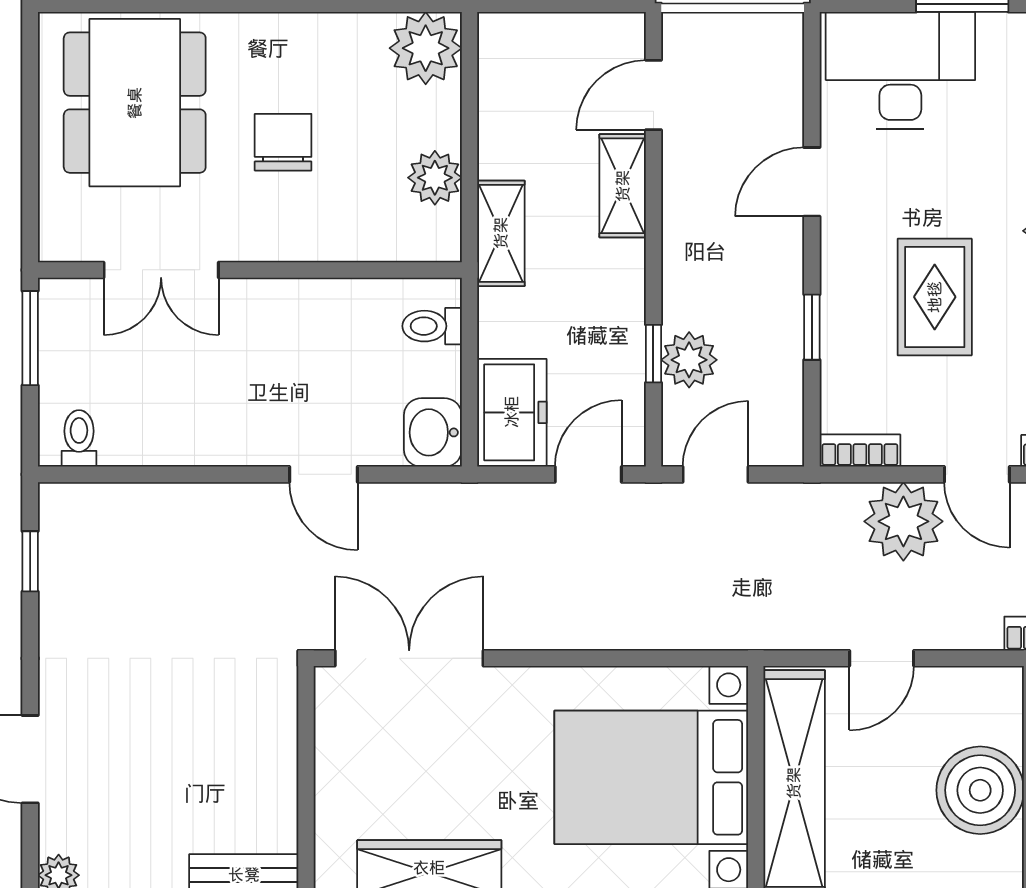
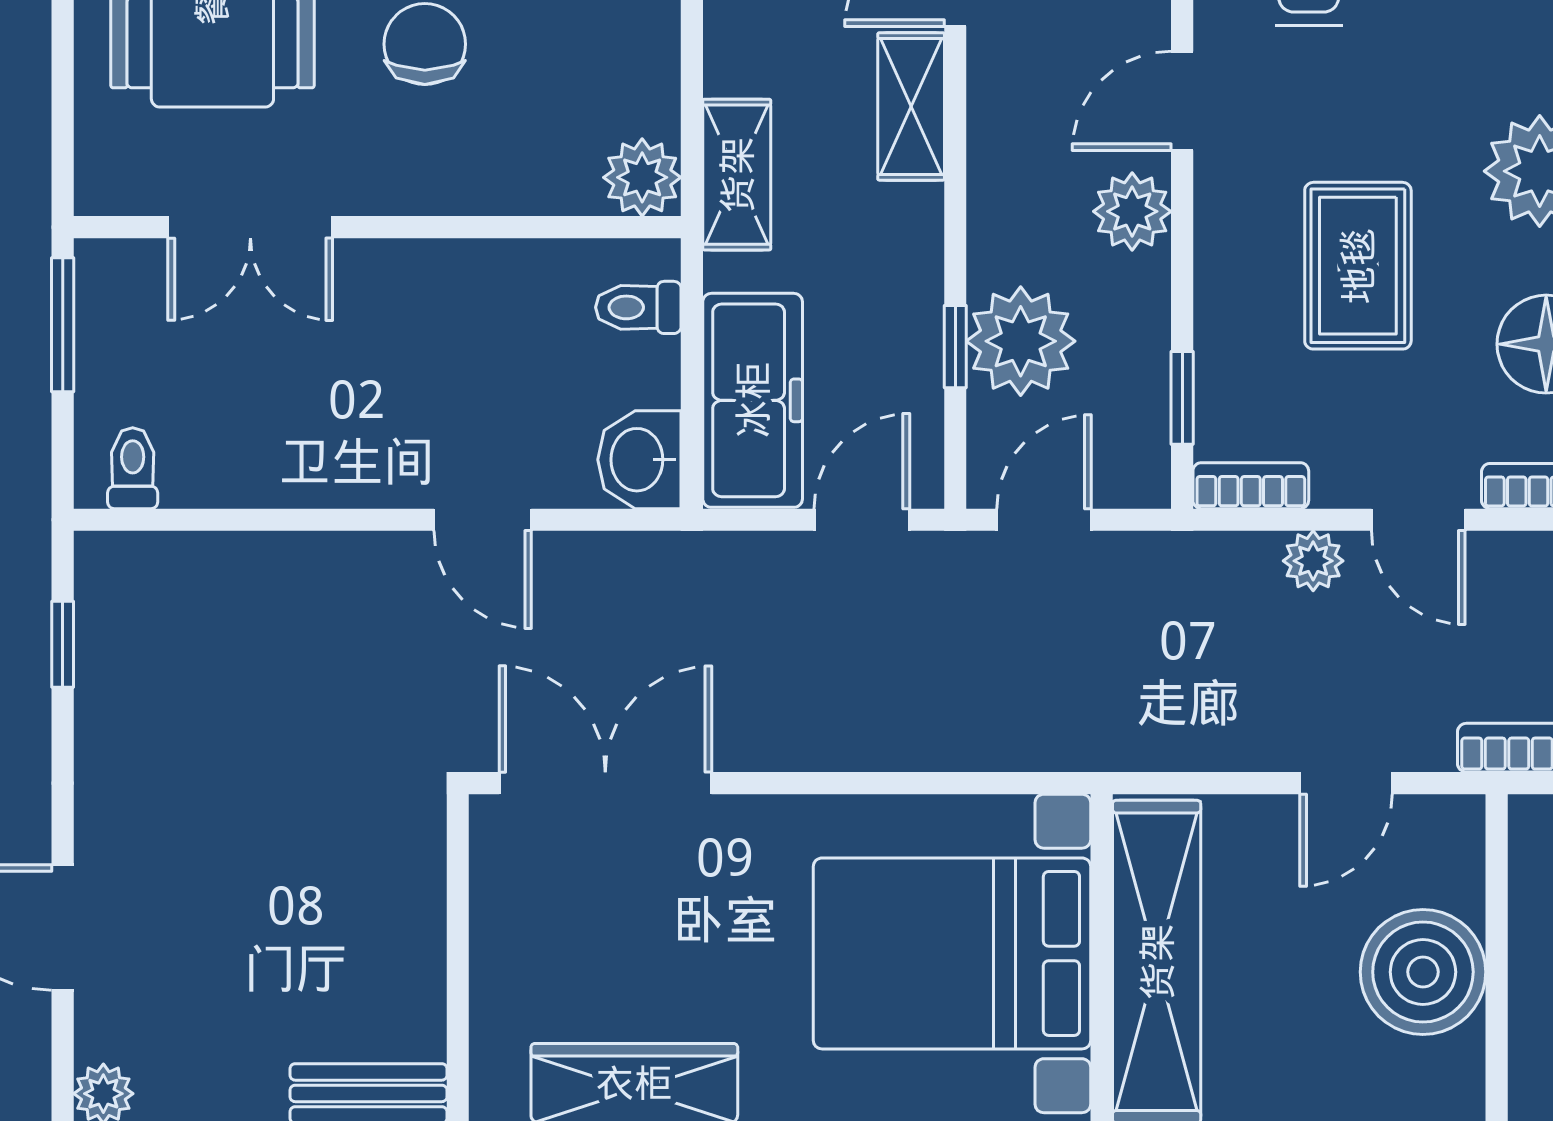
plant: (435, 178) -> (642, 177), moved
plant: (777, 259) -> (1132, 211), added
window: (812, 327) -> (1182, 398), moved
plant: (689, 360) -> (1021, 341), width x1.36, depth x1.36
freezer: (512, 412) -> (753, 400), width x1.40
plant: (903, 521) -> (1313, 561), width x0.53, depth x0.53
door: (882, 658) -> (1346, 783), moved

